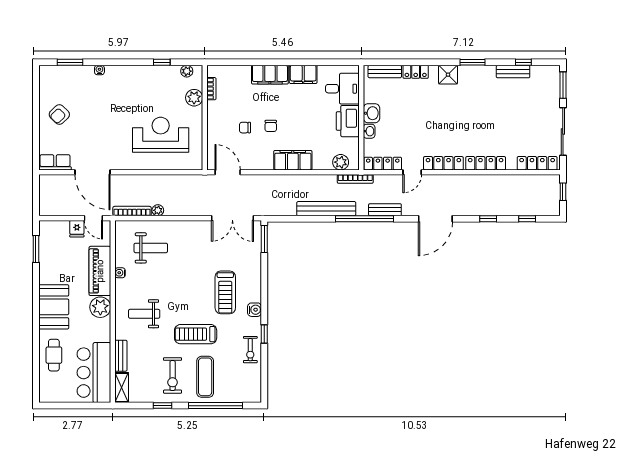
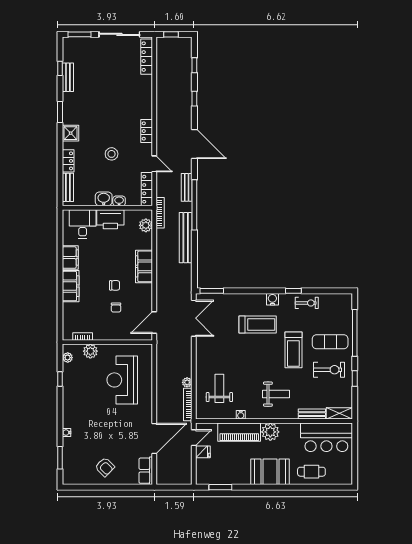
stool: (424, 122) -> (112, 154), added
locker: (443, 163) -> (147, 131), width x0.66
locker: (486, 163) -> (147, 101), removed
weight bench: (144, 314) -> (276, 394), turned -90

